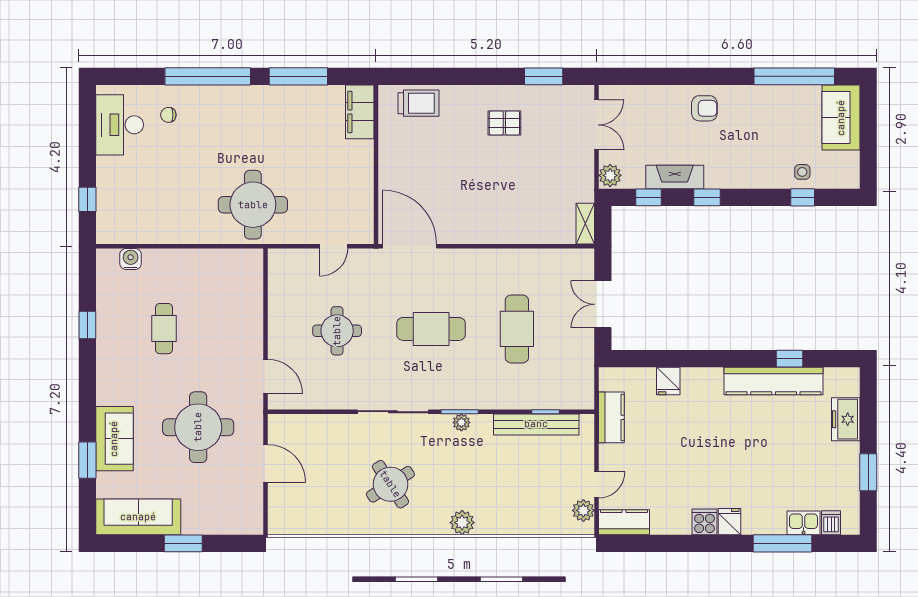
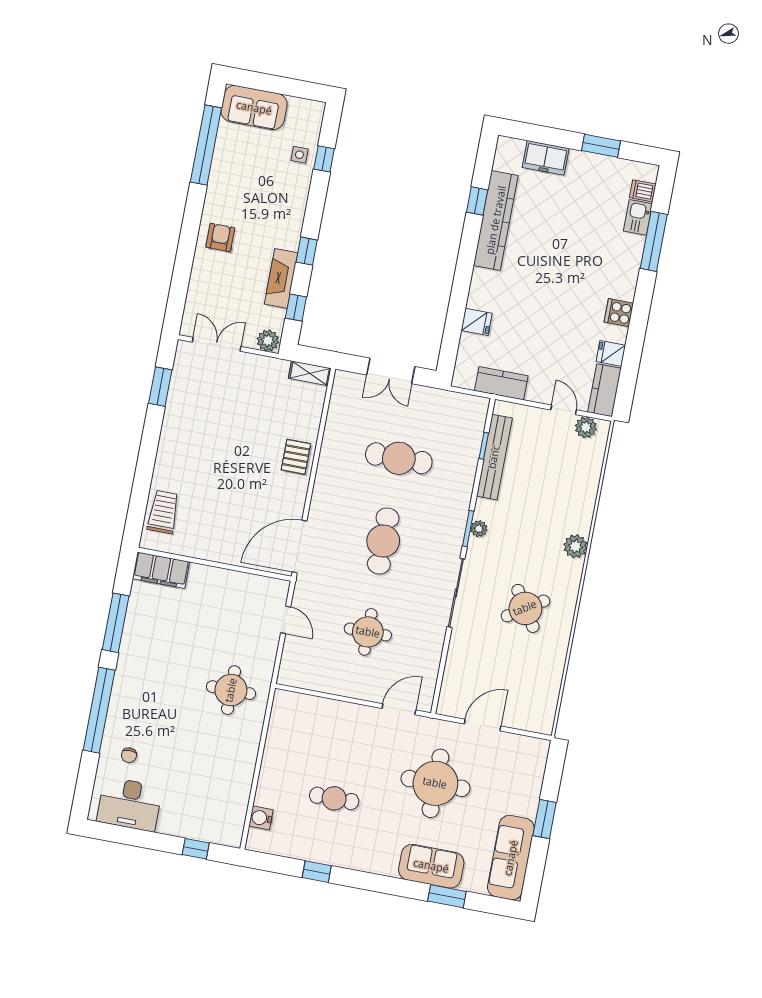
pallet: (504, 123) -> (296, 457), moved
round table: (253, 205) -> (231, 690), width x0.73, depth x0.73
fridge: (730, 522) -> (611, 353), moved

